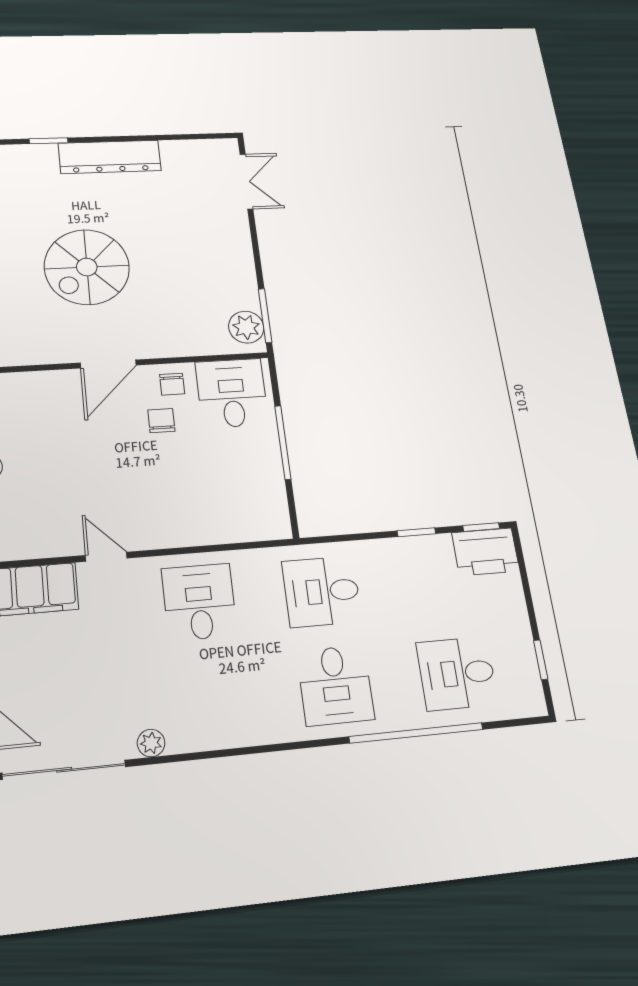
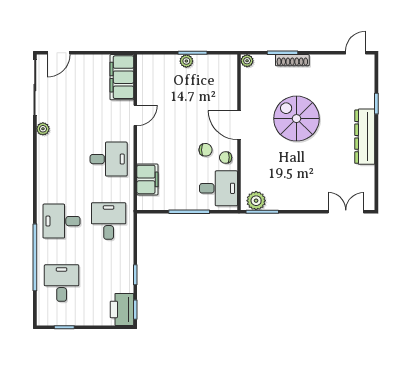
double door: (246, 182) -> (346, 212), swing flipped
filing cabinet: (231, 524) -> (147, 179), added

